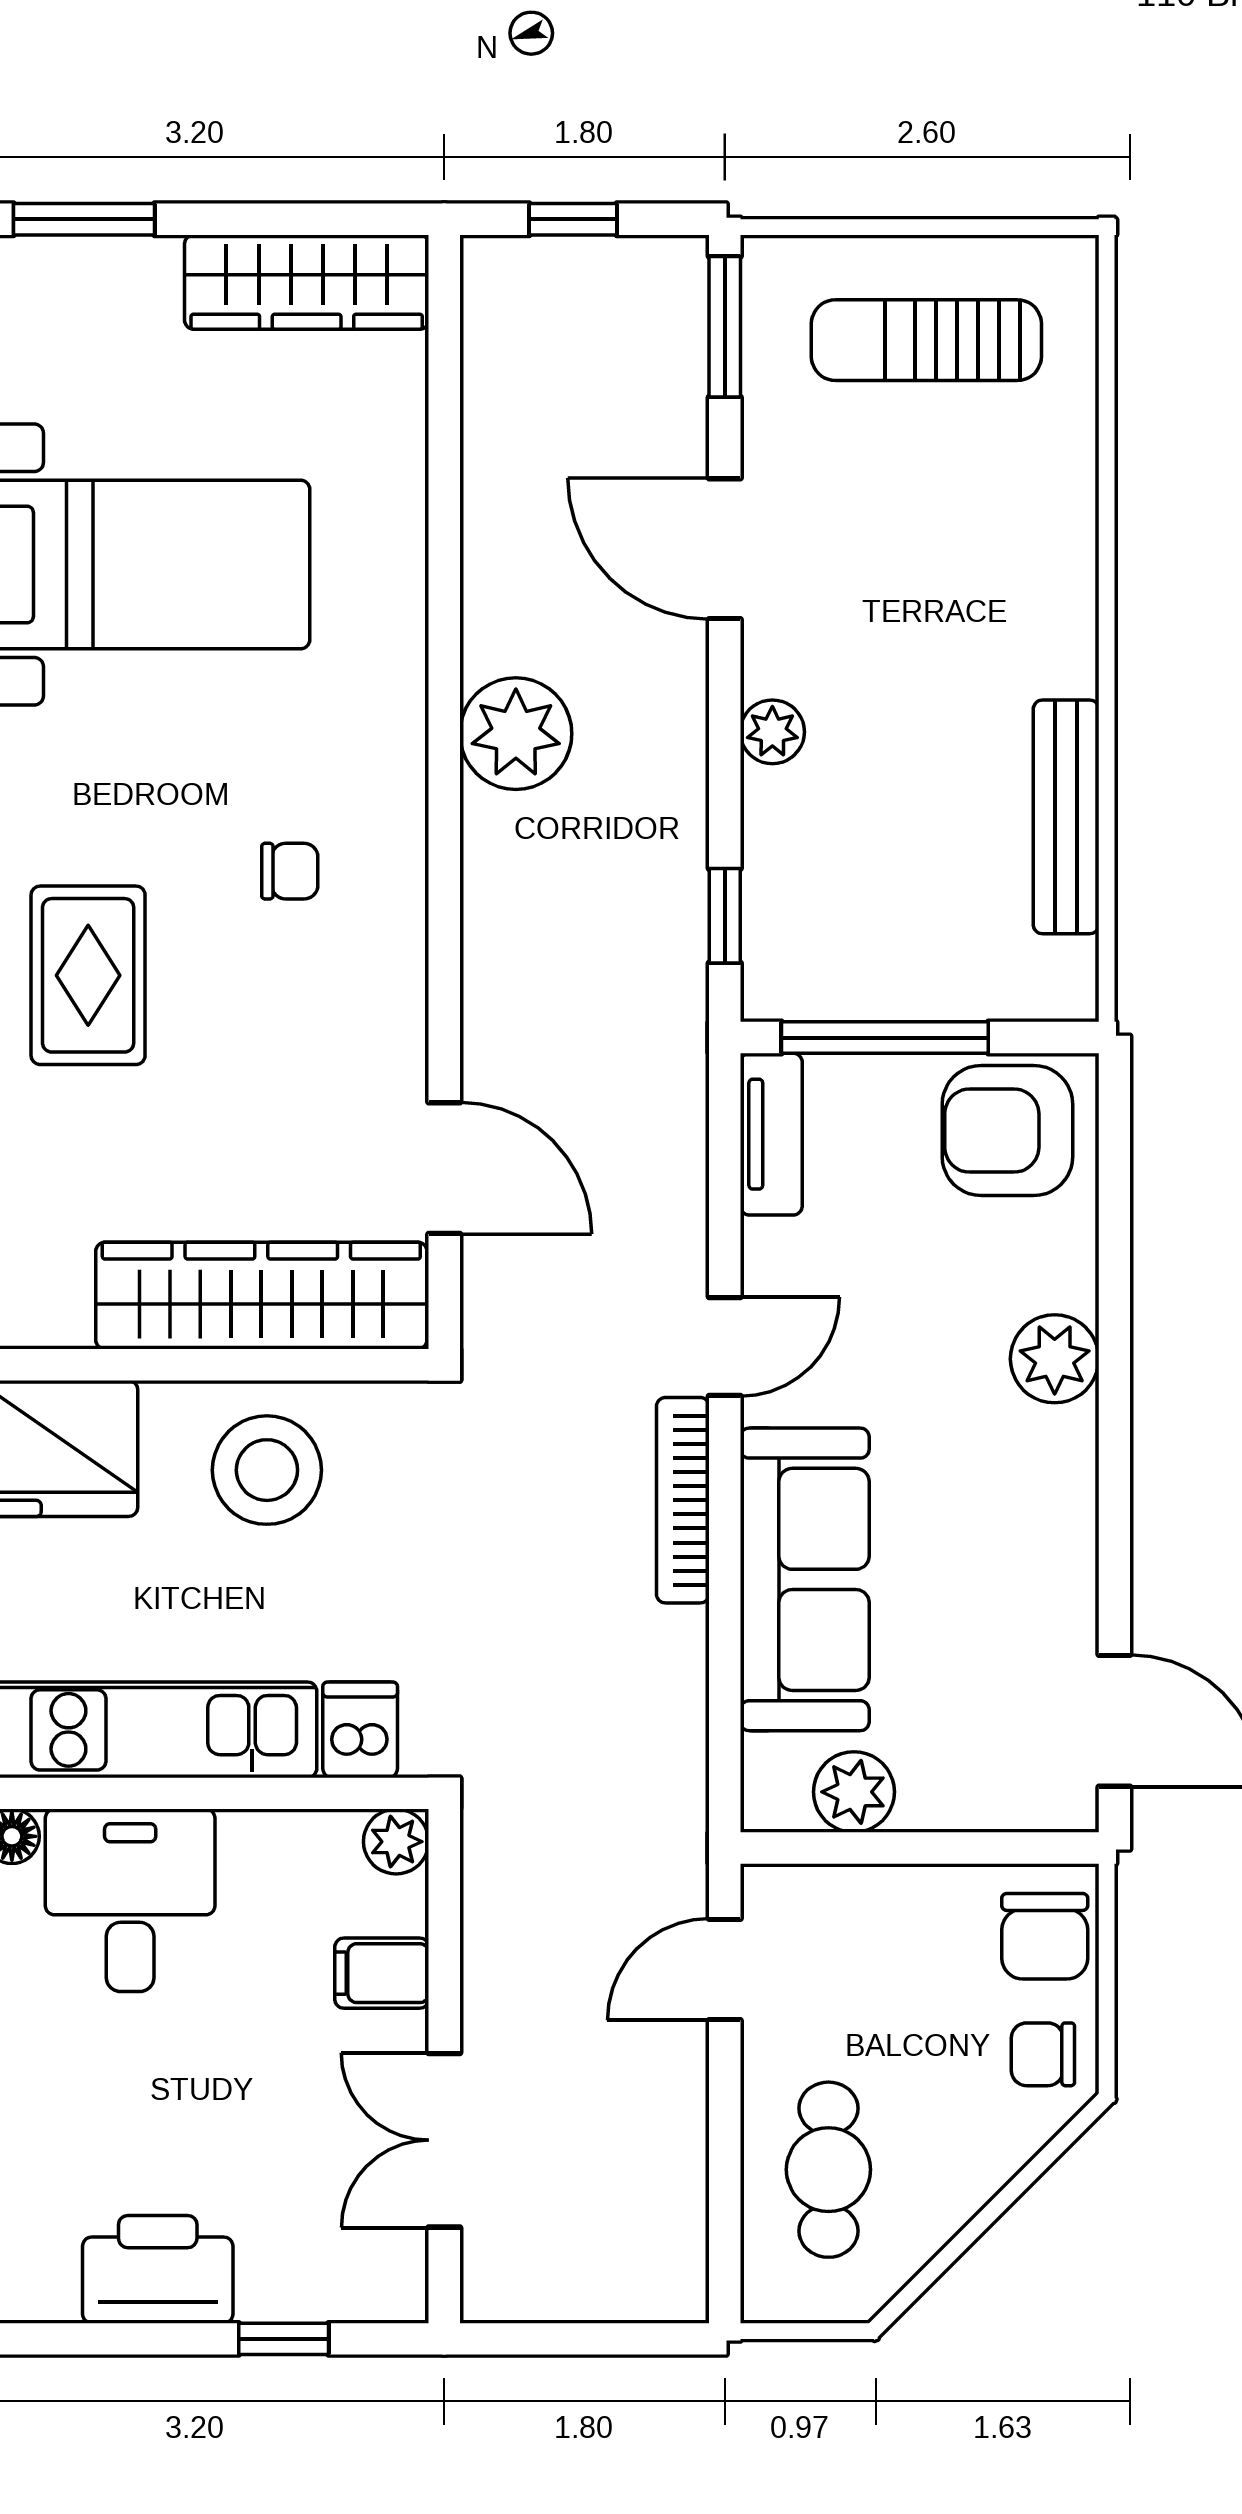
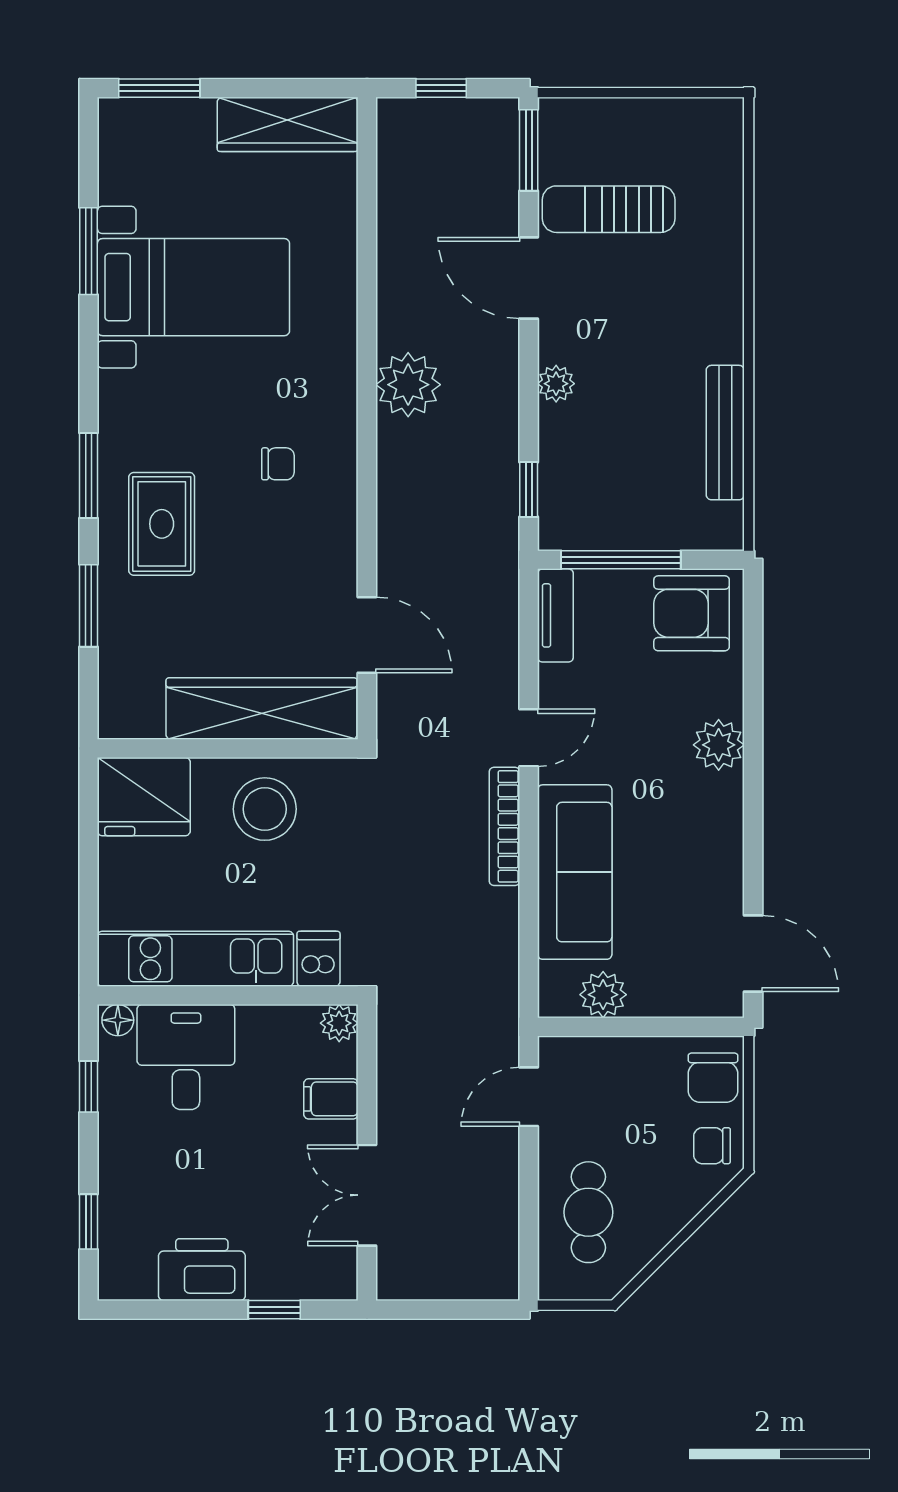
sun lounger: (926, 340) -> (609, 209), moved

